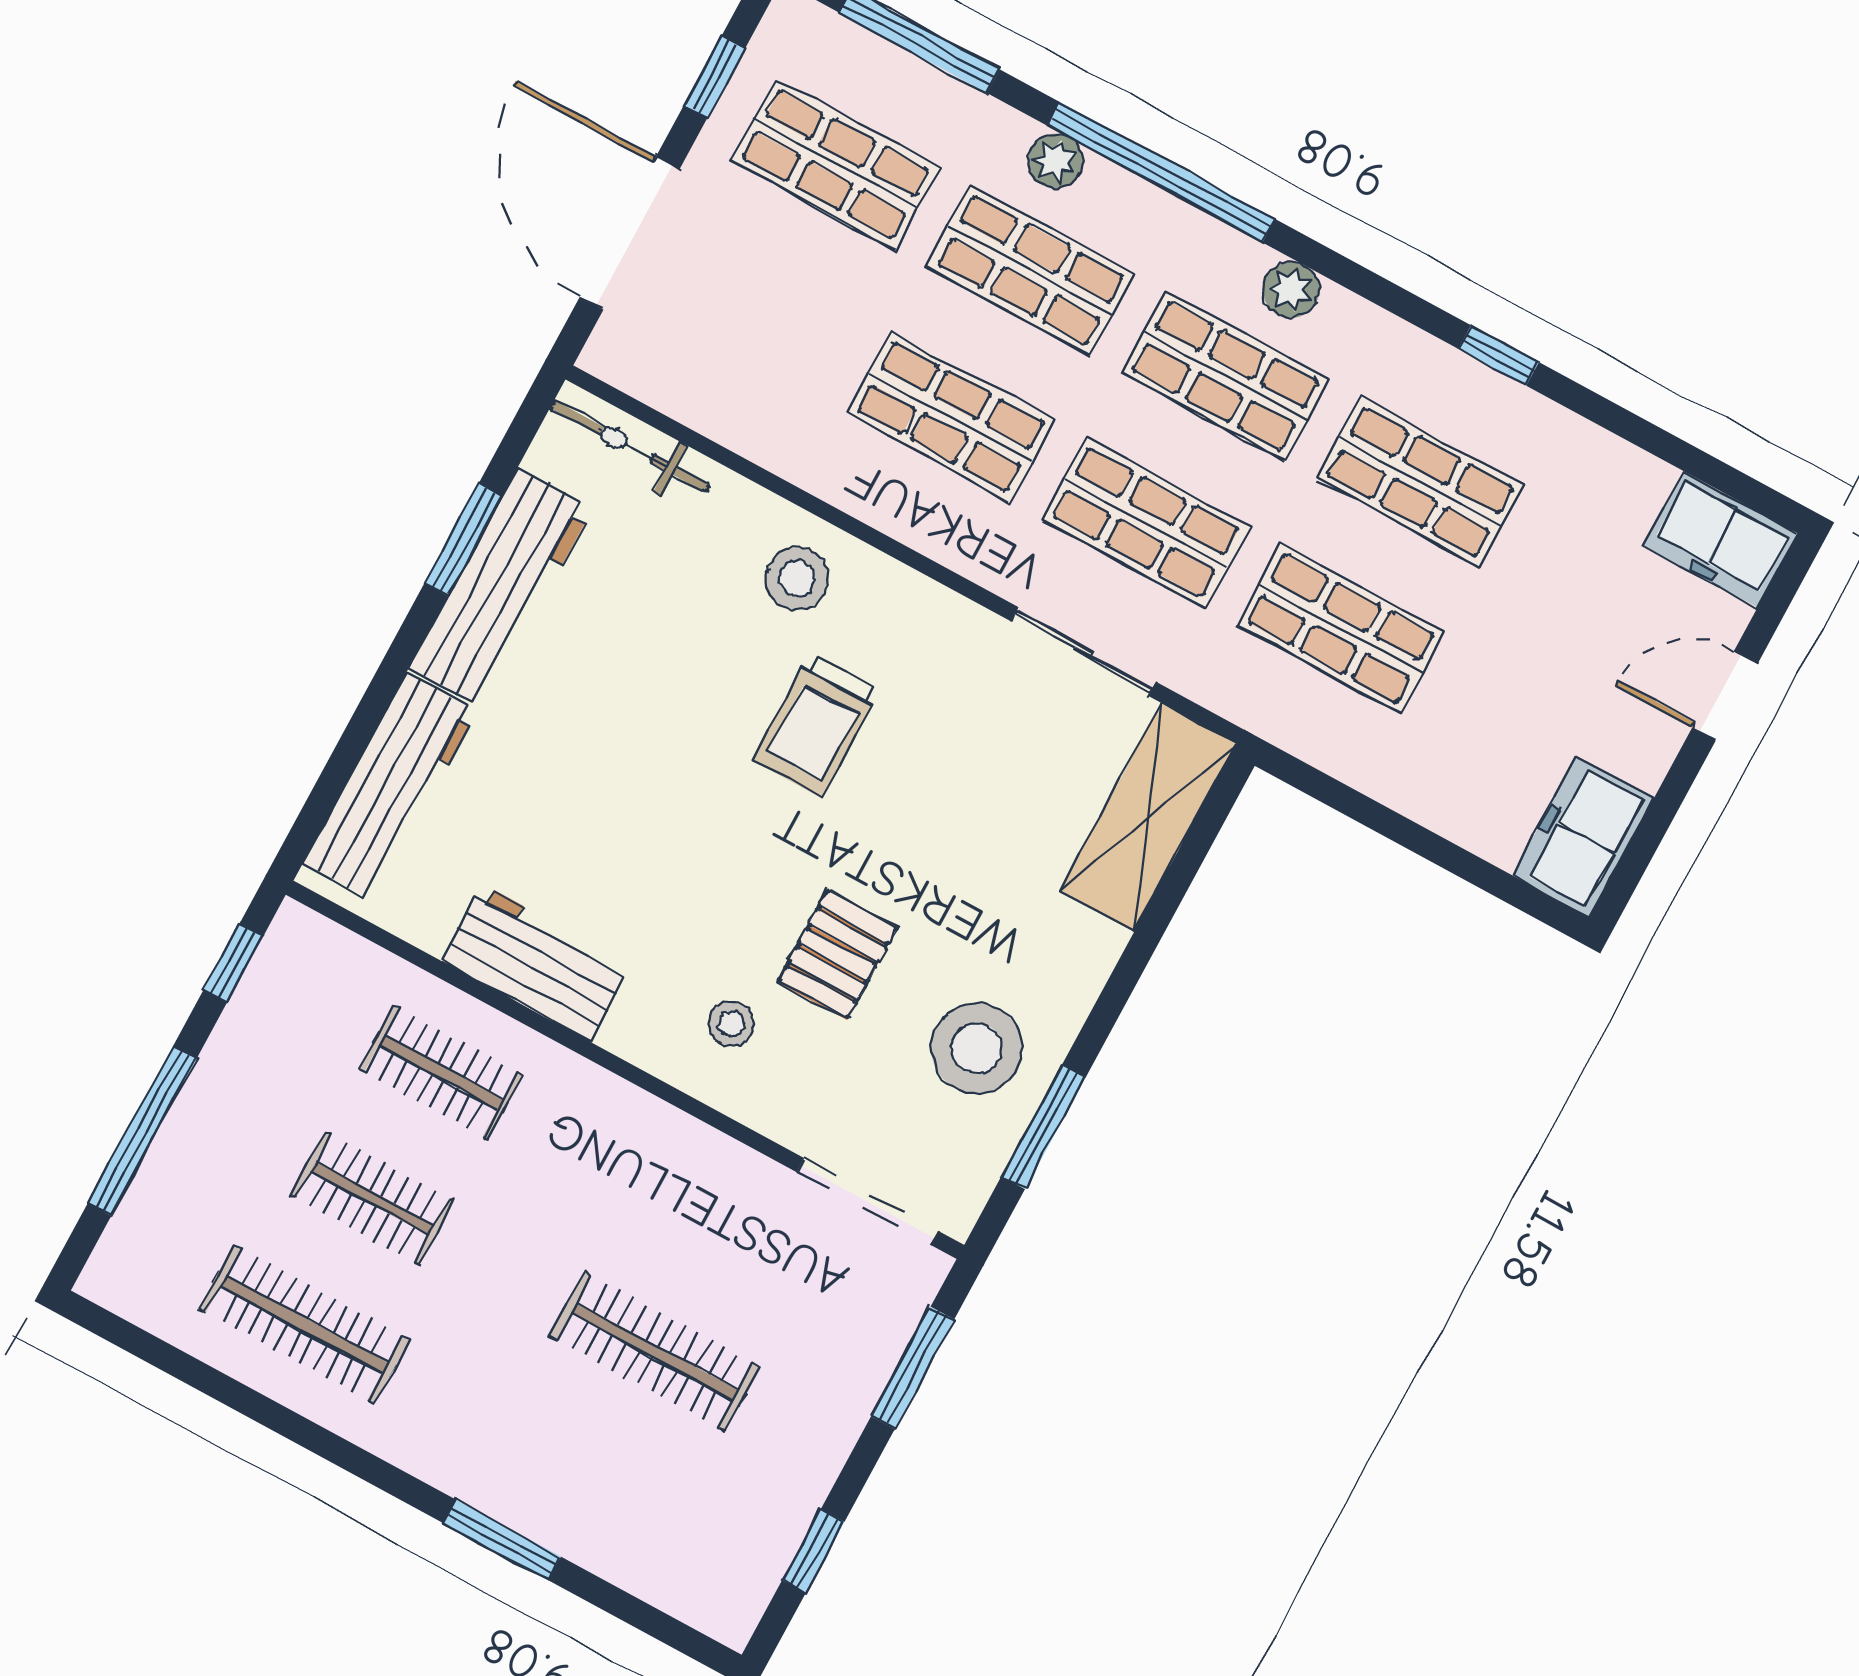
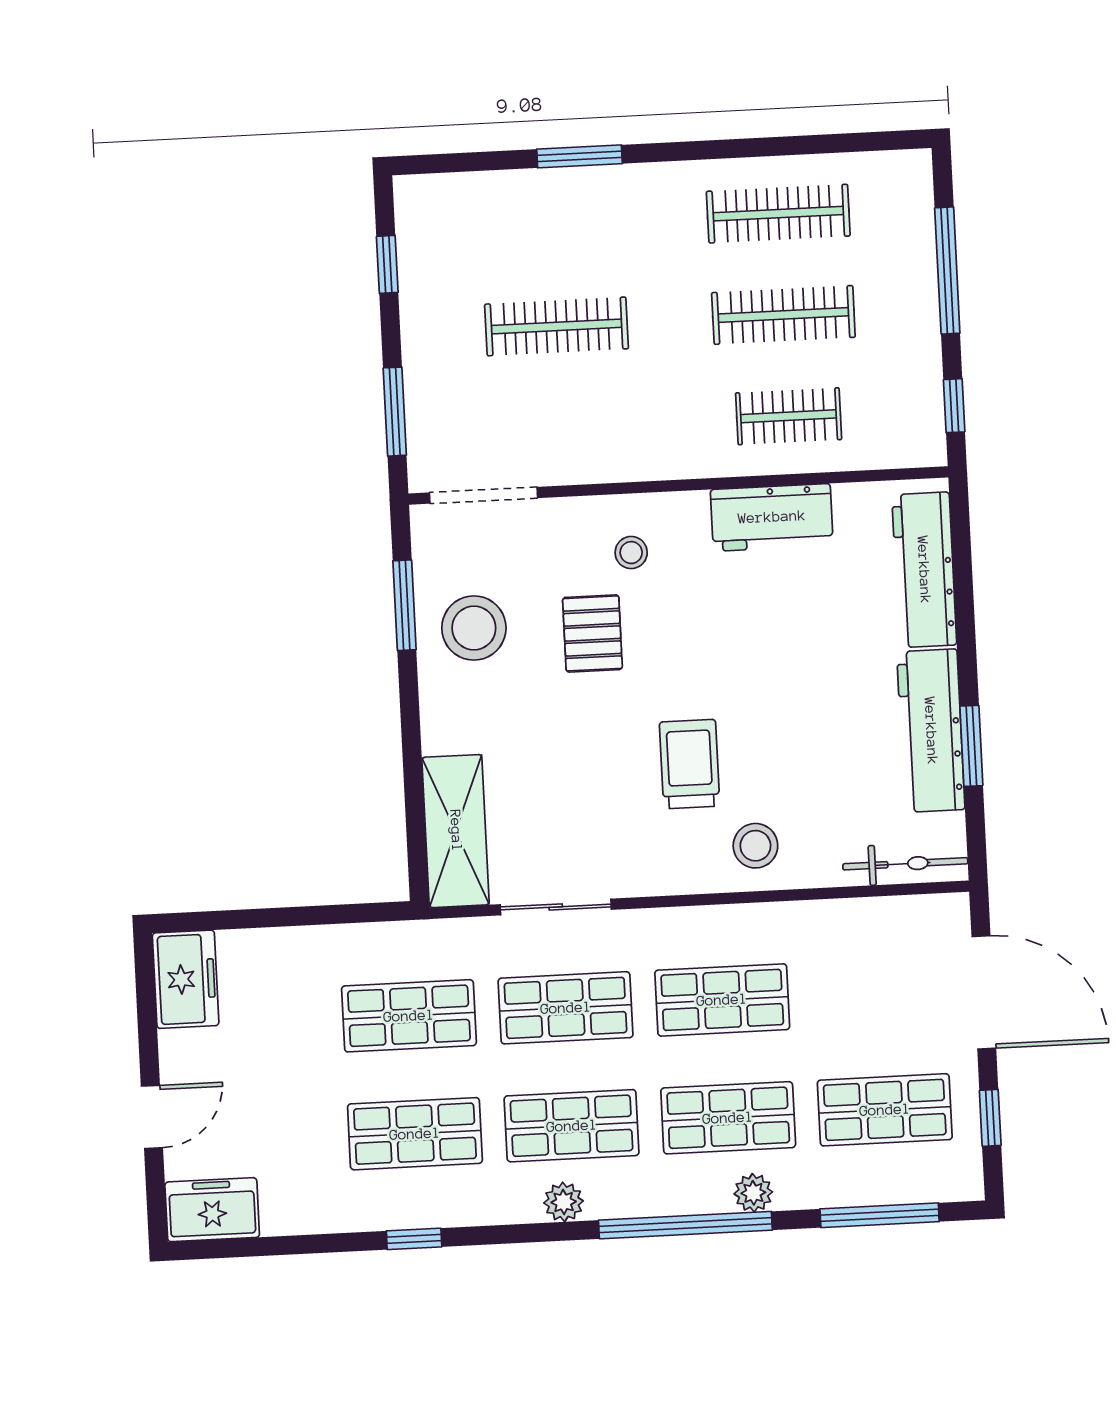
clothes rail: (373, 1198) -> (783, 315), width x1.36

